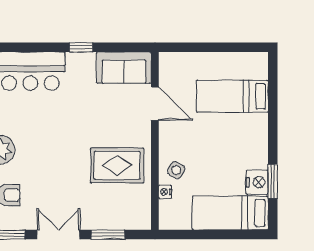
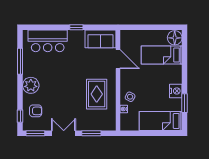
floor lamp: (255, 66) -> (175, 38), added
rug: (117, 165) -> (97, 94), turned 90
nightstand: (257, 182) -> (176, 91), moved

